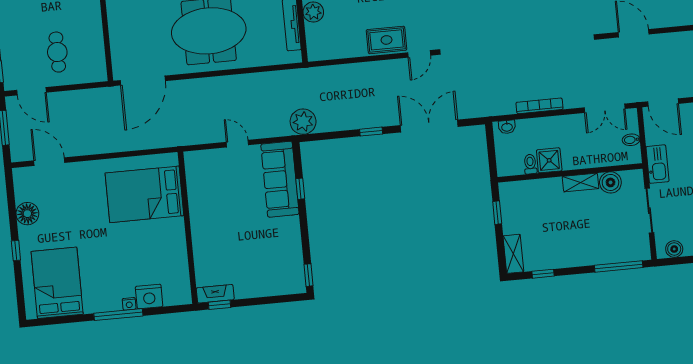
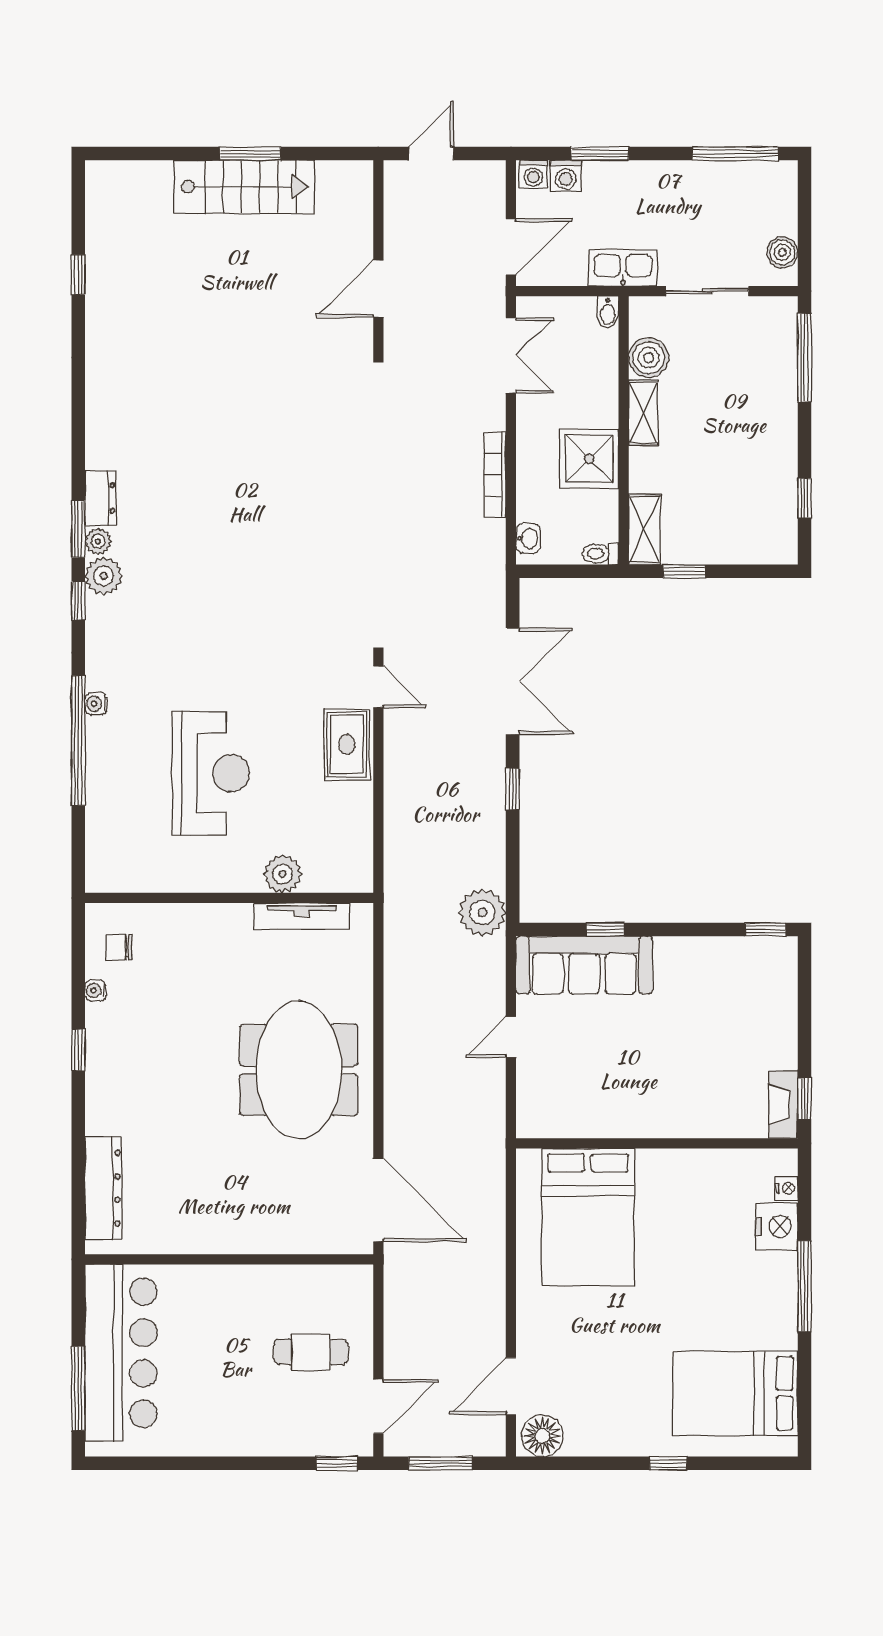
double door: (429, 126) -> (513, 681), swing flipped
bidet: (631, 140) -> (608, 312), moved
shower: (549, 160) -> (589, 459), width x1.36, depth x1.36
toilet: (530, 164) -> (601, 554), moved
floor lamp: (27, 214) -> (542, 1436), moved
shelving: (513, 254) -> (645, 530), moved, turned 90
nightstand: (129, 304) -> (787, 1188), moved

